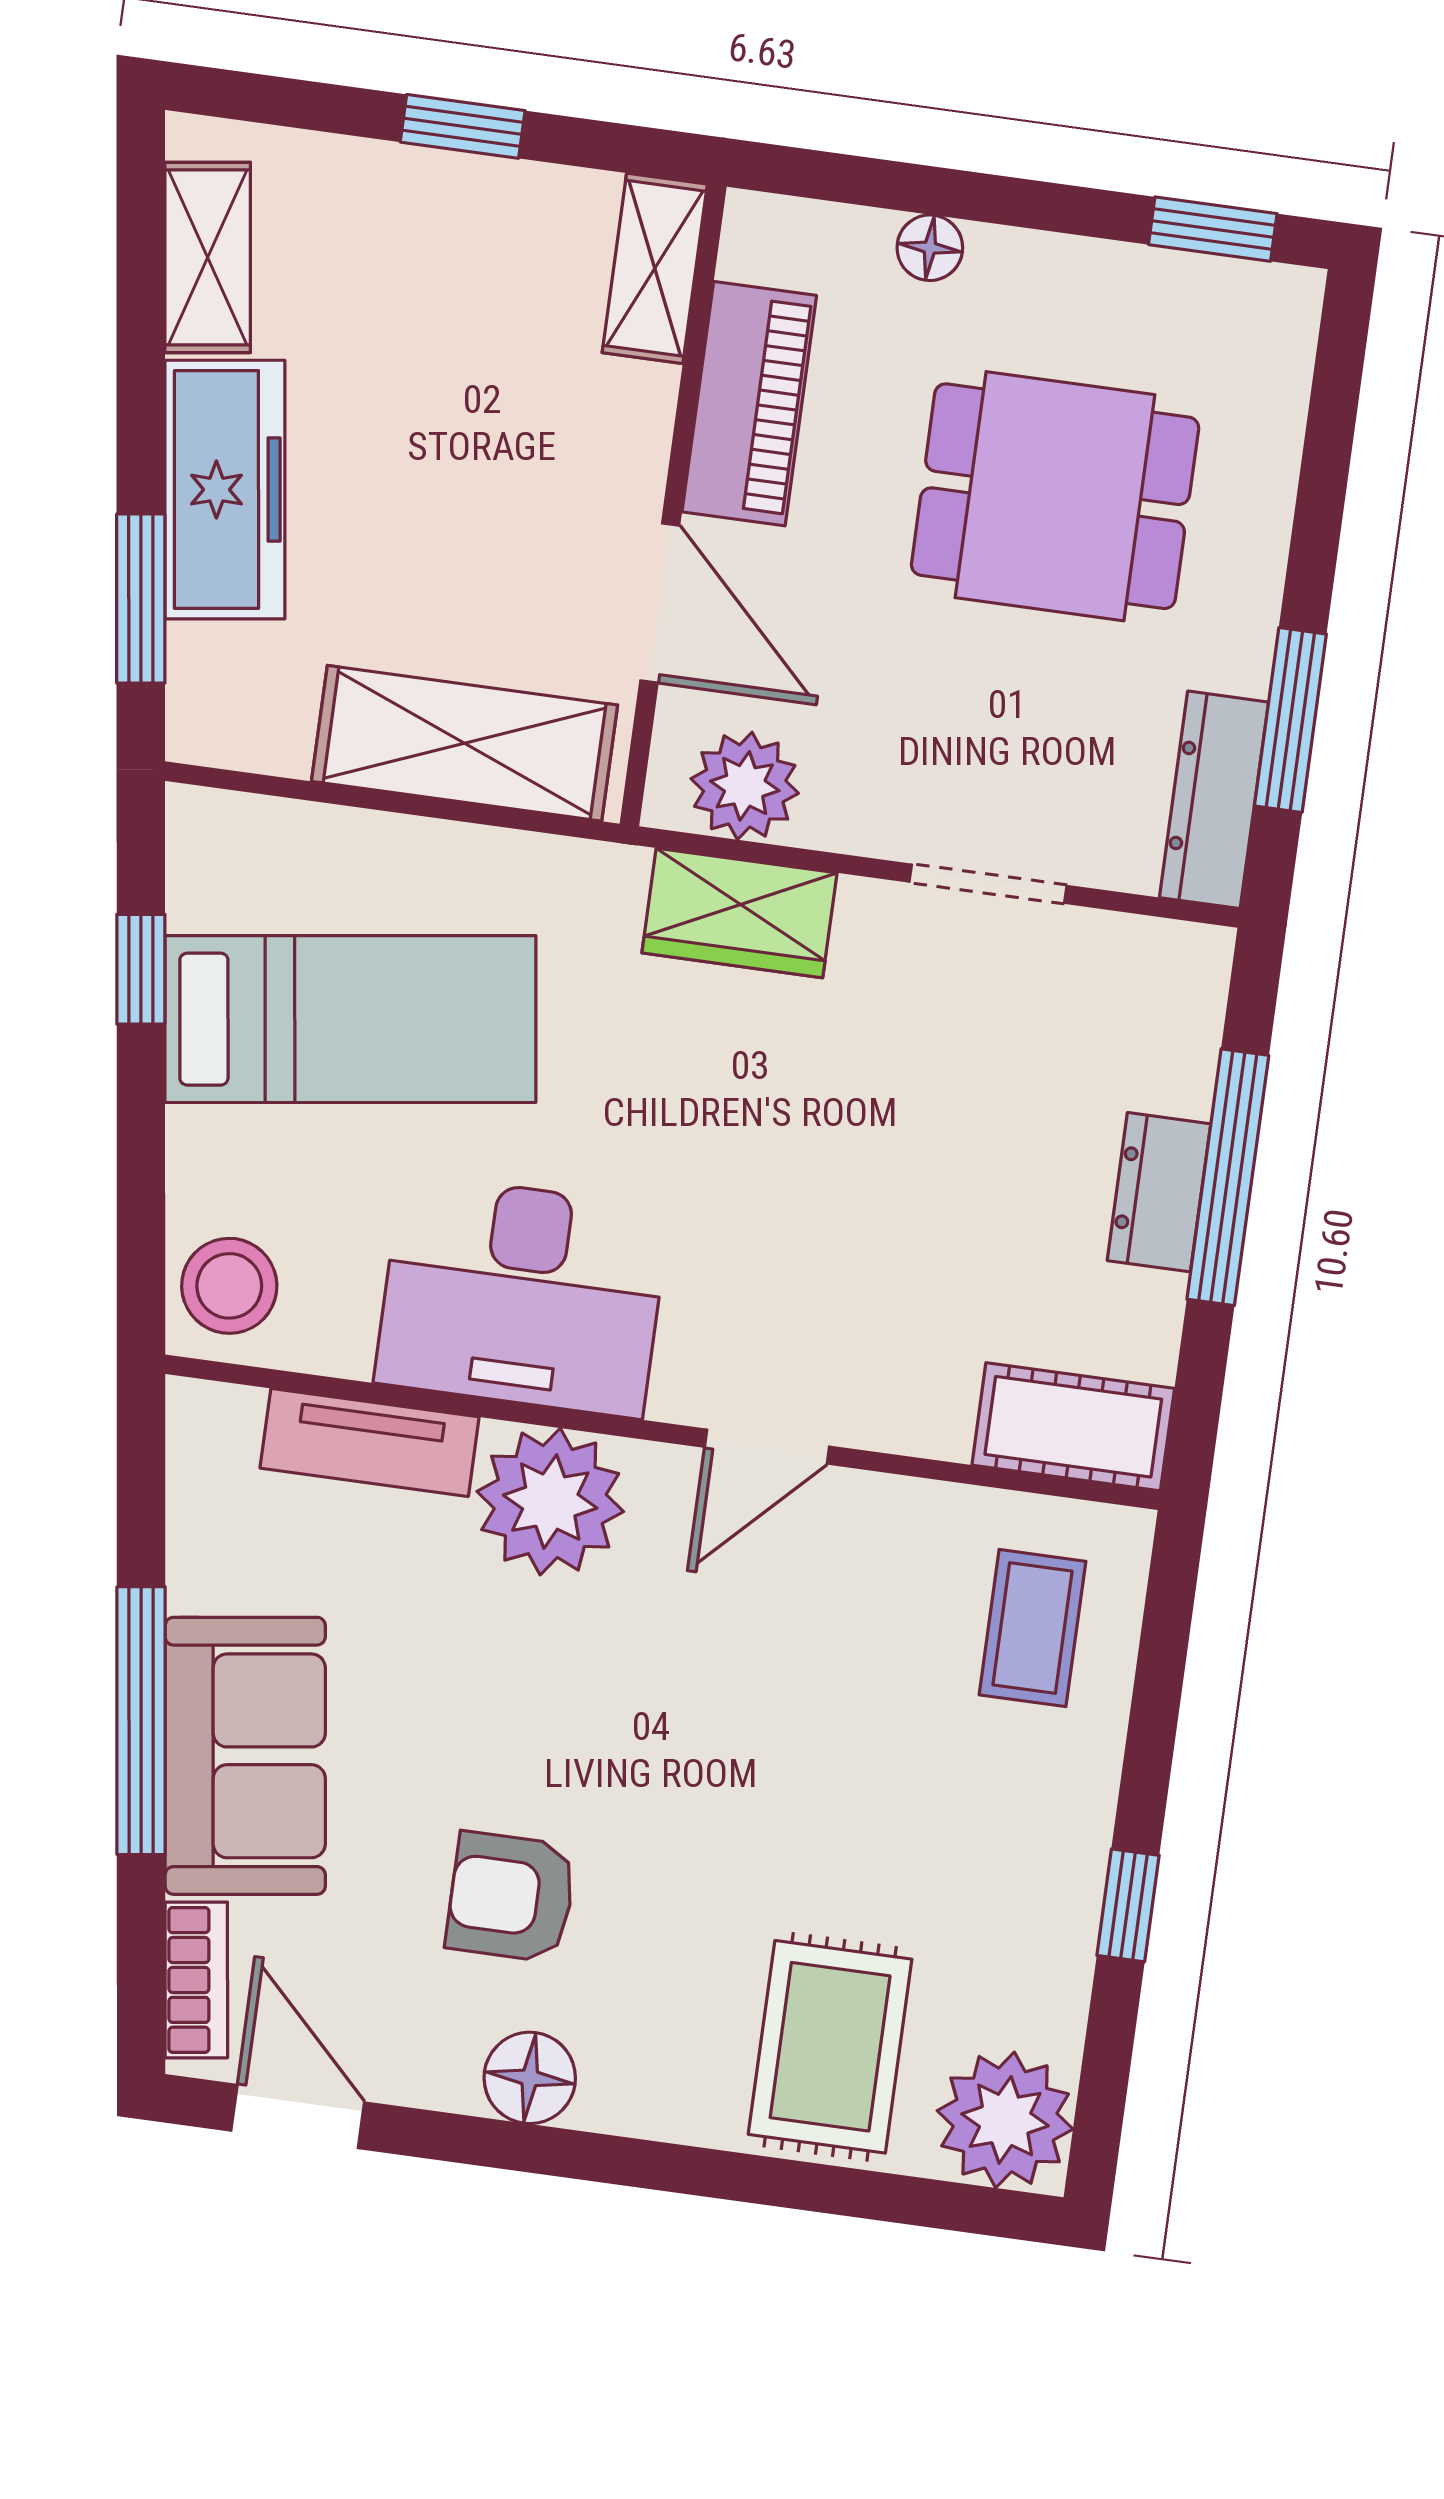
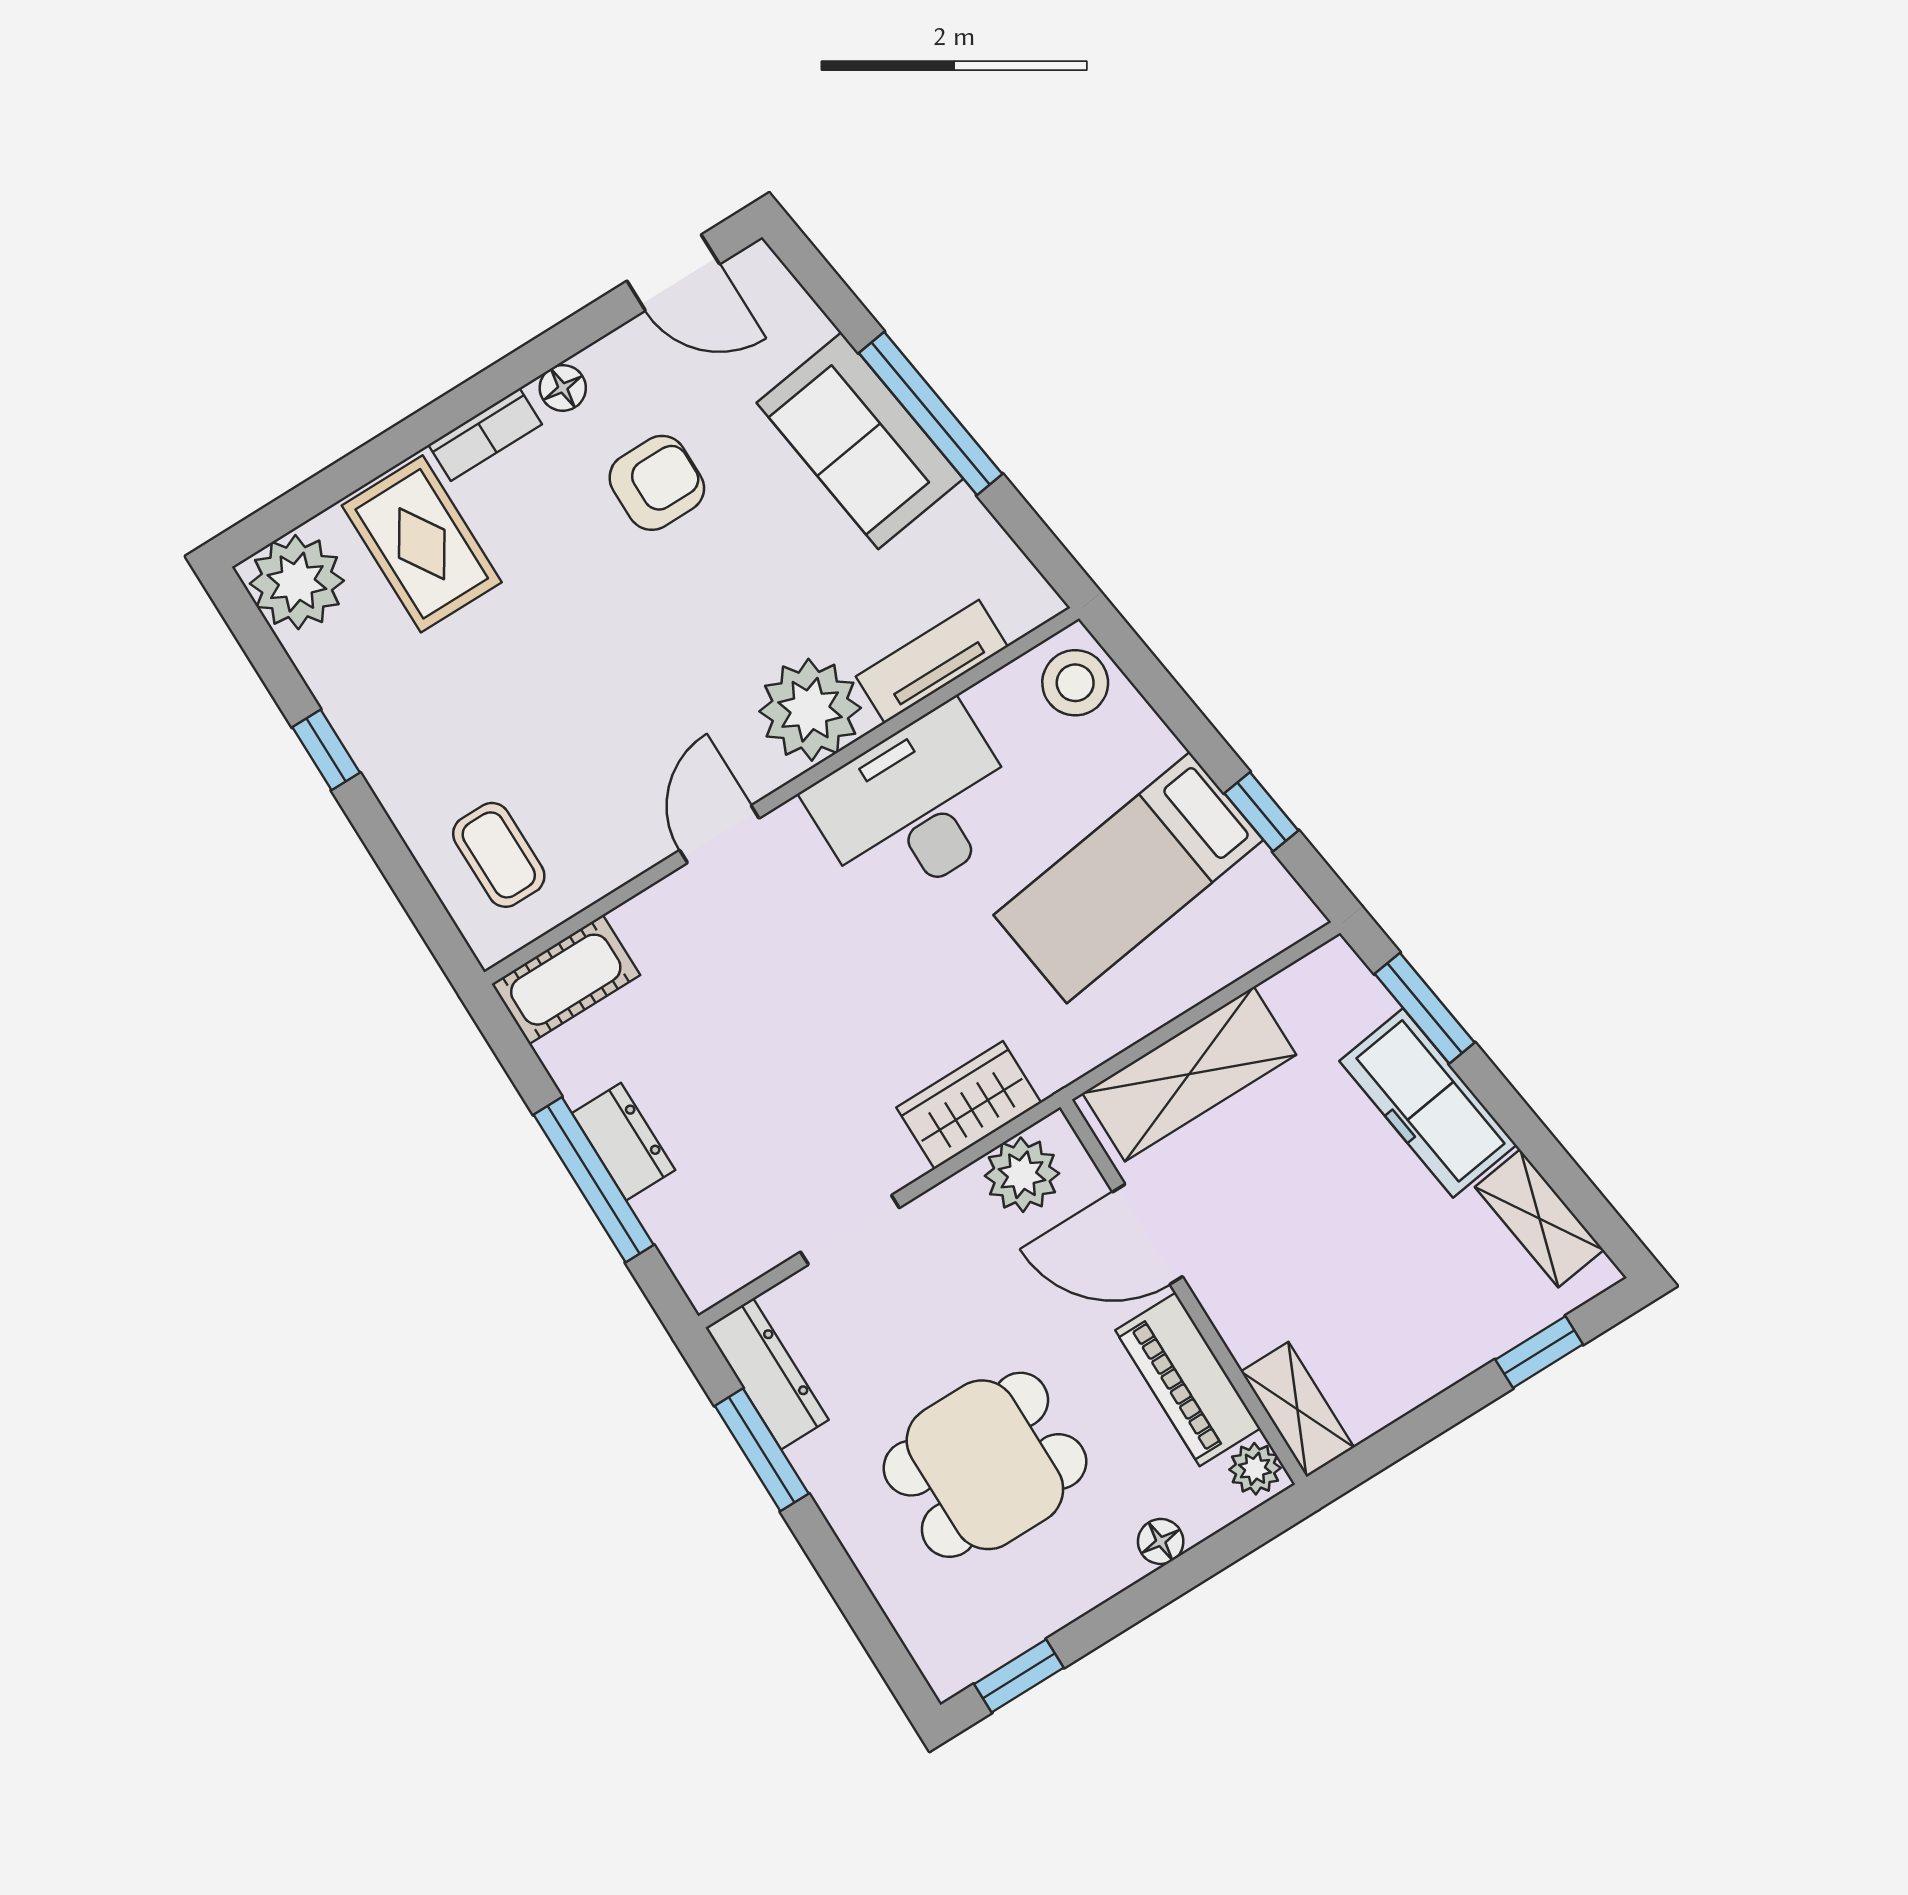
window: (463, 126) -> (1539, 1352), moved
plant: (757, 242) -> (1255, 1469), added
bookcase: (196, 1980) -> (485, 434), moved, turned -82
floor lamp: (530, 2078) -> (563, 388), width x0.73, depth x0.73

